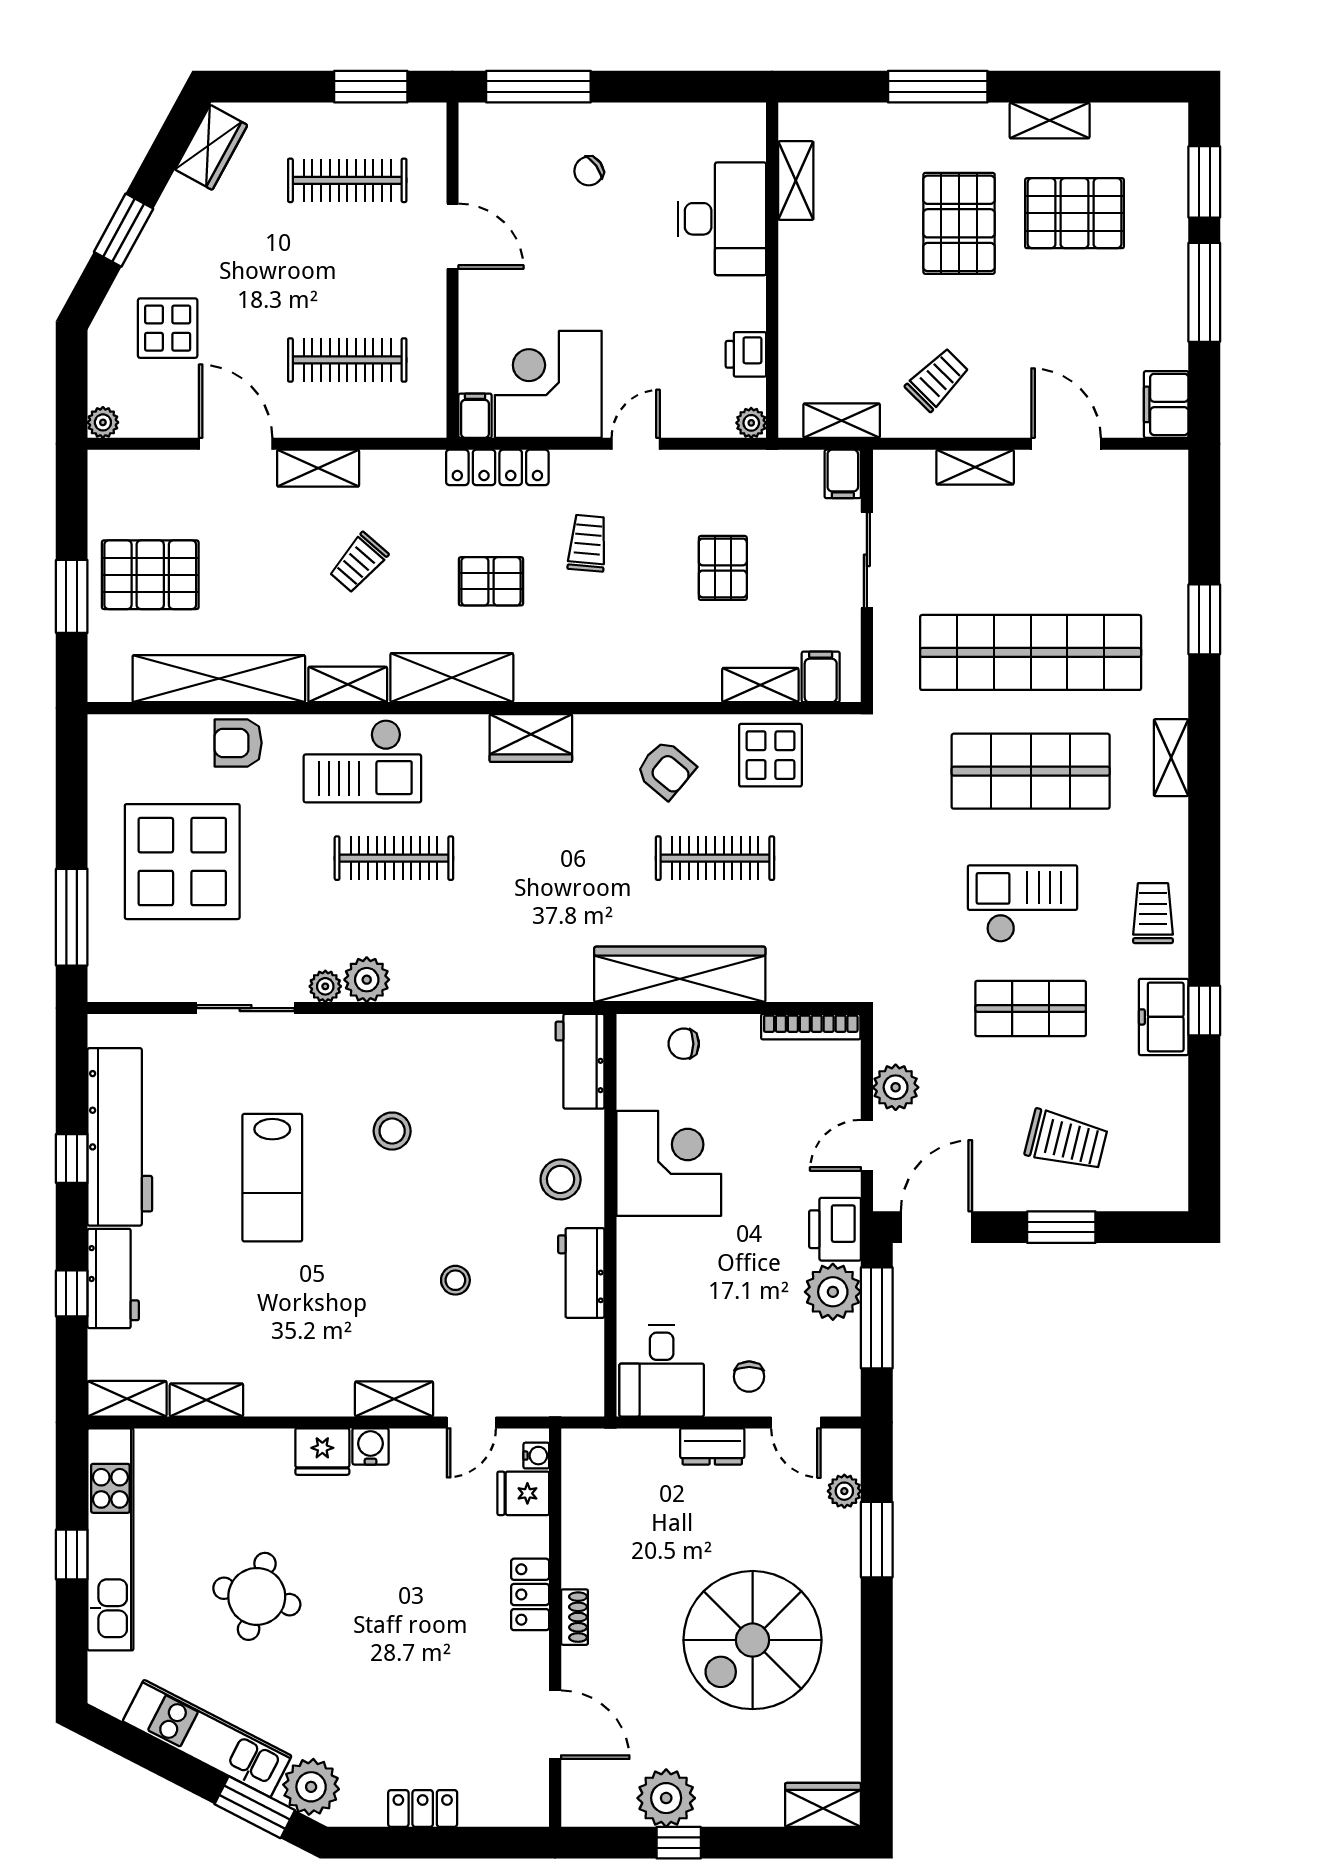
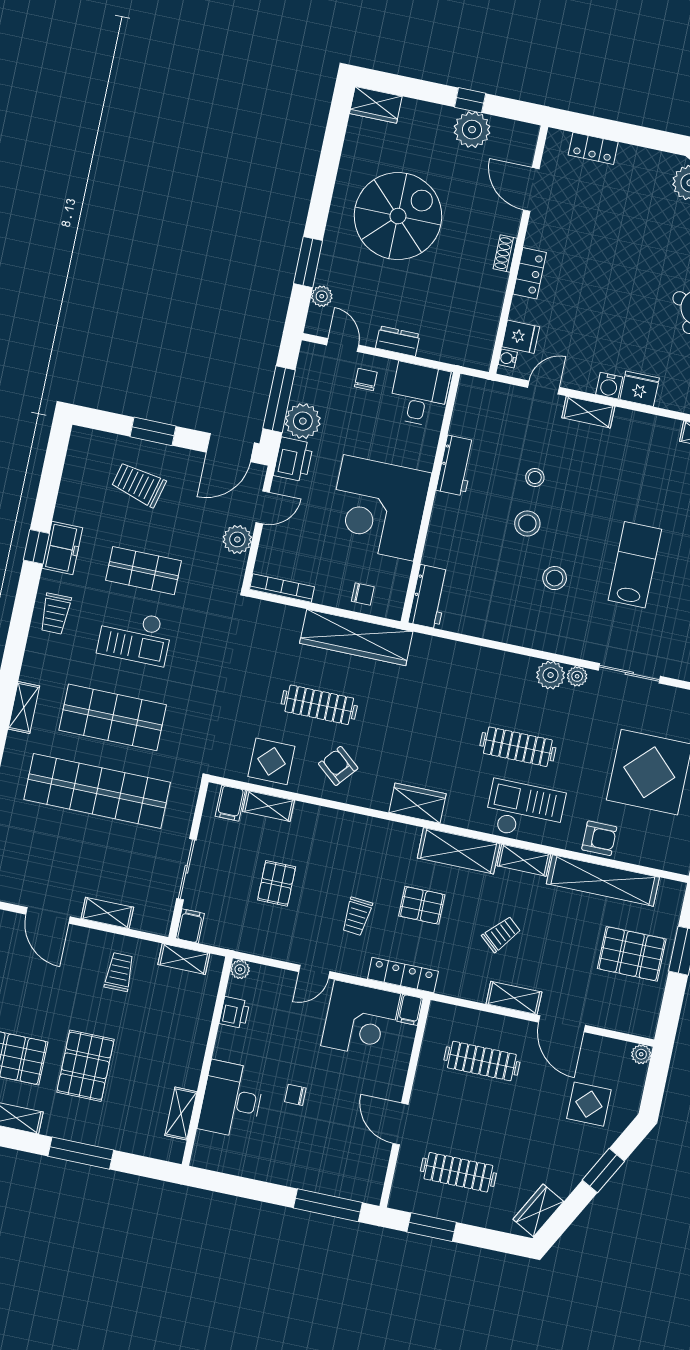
chair: (589, 171) -> (295, 1095), moved, turned -144
trolley: (937, 380) -> (119, 972), turned 135
corner desk: (669, 1163) -> (378, 508), width x1.36, depth x1.36
stool: (561, 1179) -> (527, 524), moved
locker: (423, 1808) -> (593, 148), moved

